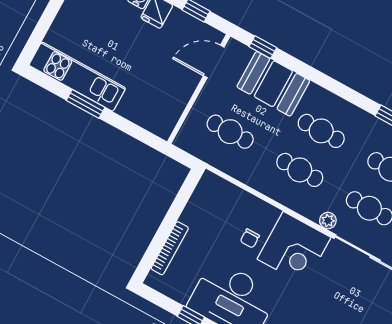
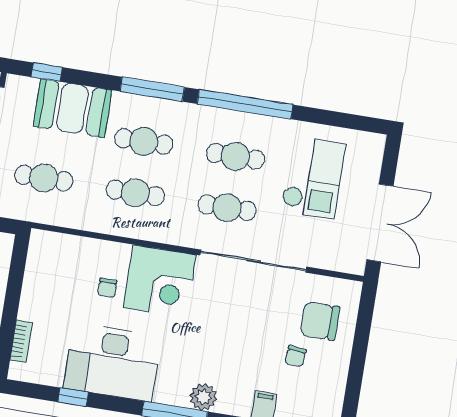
window: (343, 91) -> (152, 89), added
plant: (328, 221) -> (186, 237), removed
bookcase: (170, 248) -> (21, 341), width x0.64

